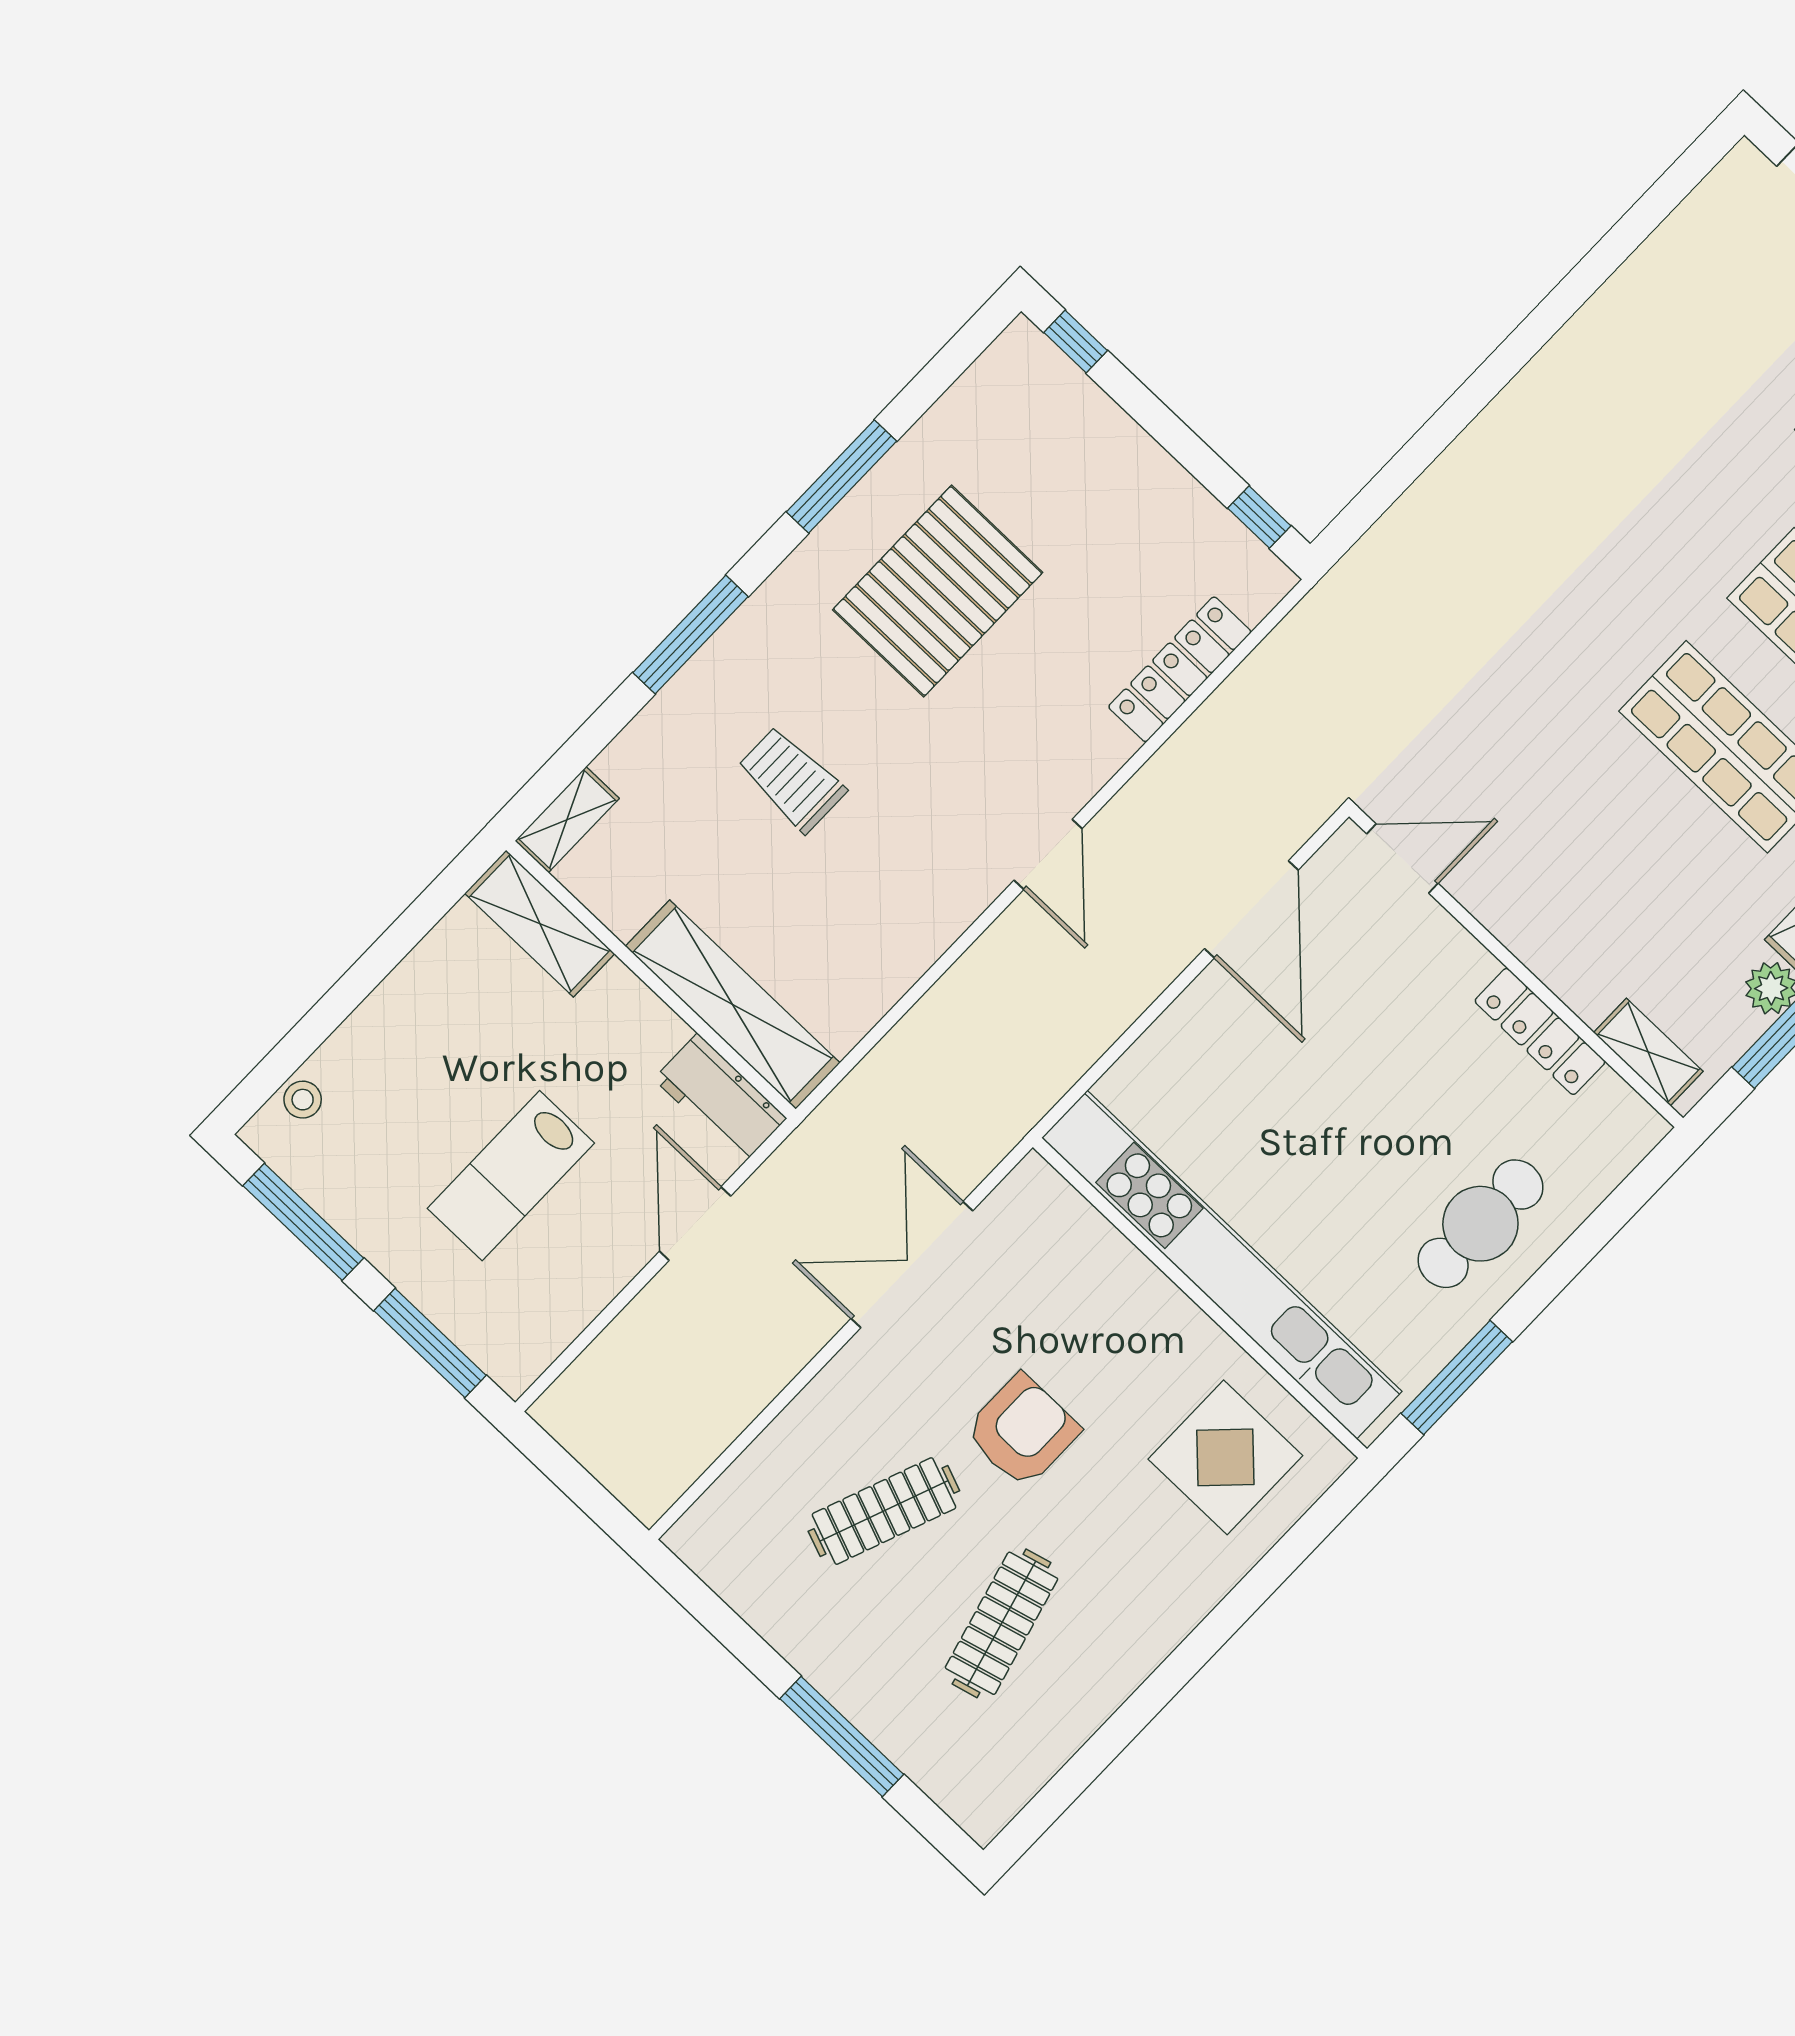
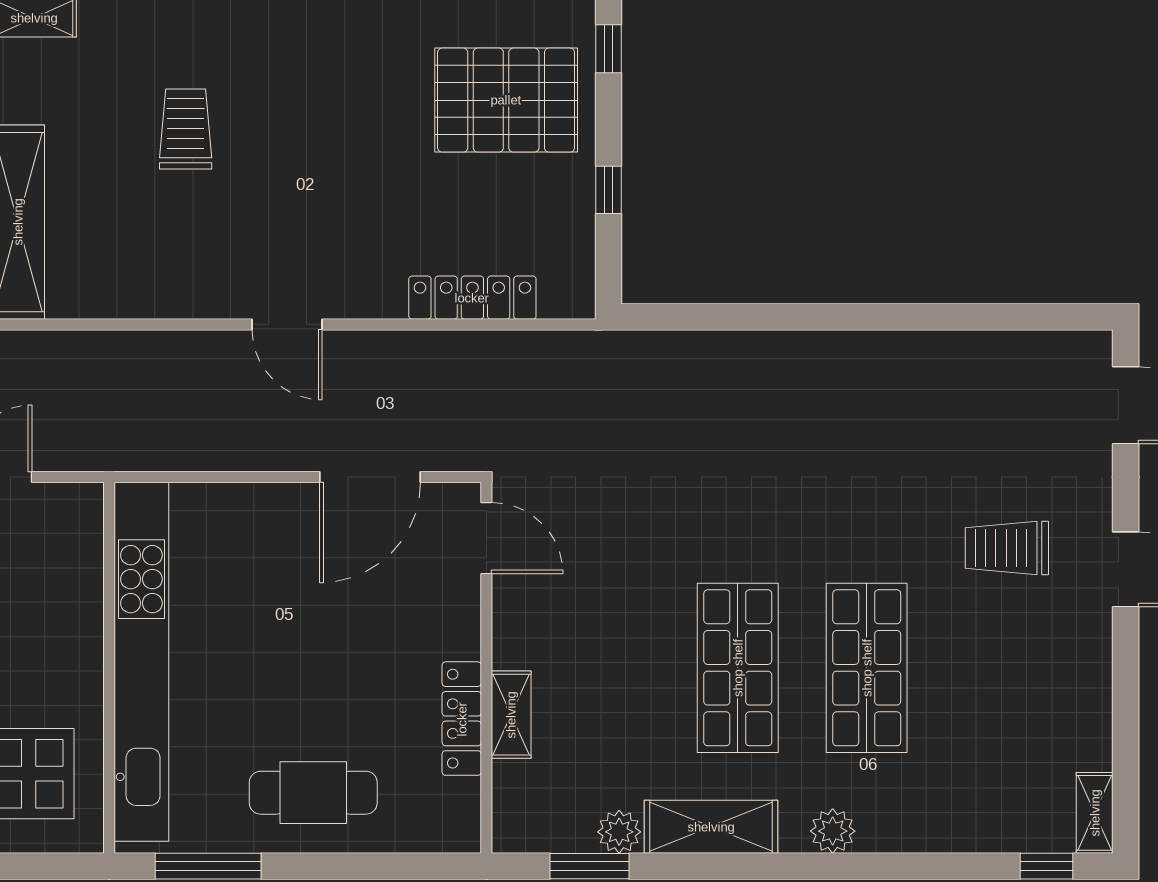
window: (1259, 517) -> (608, 190), moved
pallet: (938, 591) -> (506, 100), moved
door: (1048, 854) -> (287, 324), hinge flipped
shelving: (1648, 1052) -> (511, 715), moved

